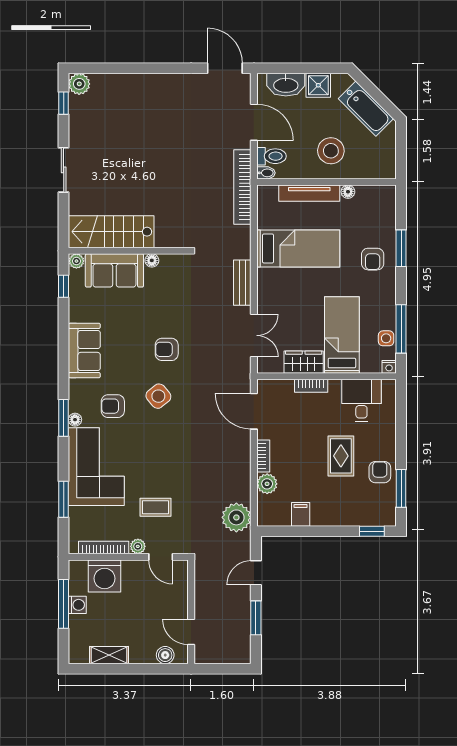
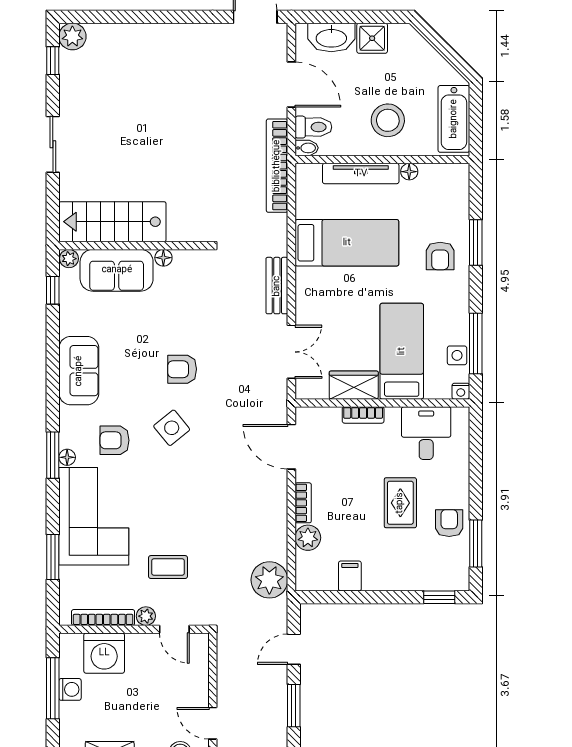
bathtub: (366, 109) -> (454, 119), moved, turned 45

